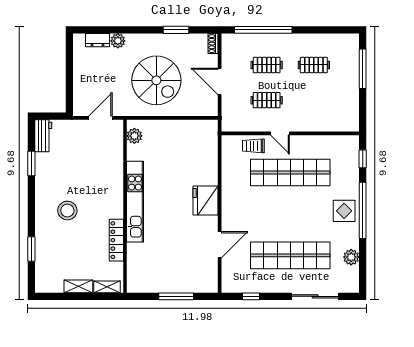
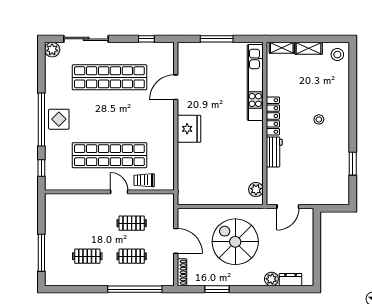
shoe rack: (213, 44) -> (182, 272), width x1.43
workbench: (43, 136) -> (274, 152), moved, turned 180
trolley: (253, 146) -> (144, 180), turned 180
kitchen unit: (135, 202) -> (255, 83), moved
stool: (67, 211) -> (319, 119), width x0.53, depth x0.53
locker: (116, 240) -> (273, 116), moved
window: (31, 249) -> (353, 83), removed
plant: (351, 257) -> (52, 50), moved
stool: (48, 280) -> (337, 55), added

